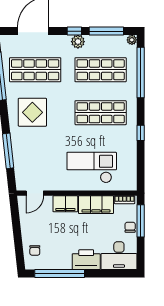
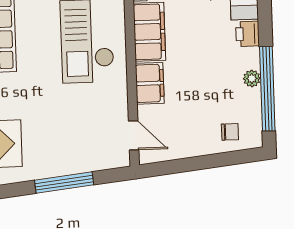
printer: (86, 260) -> (248, 34), width x0.53, depth x0.68
plant: (66, 265) -> (252, 78), added

